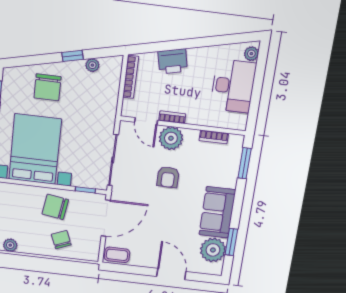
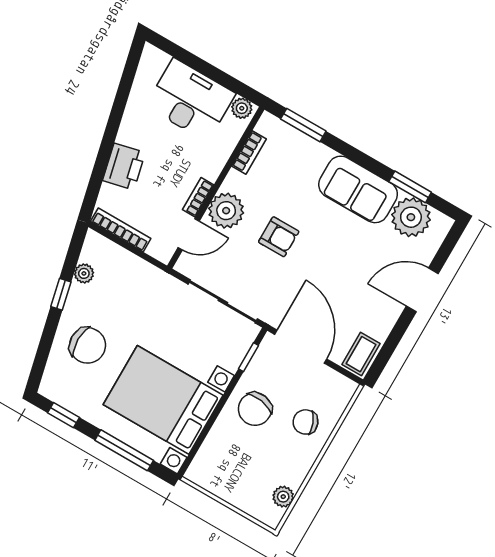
plant: (251, 54) -> (242, 108), moved

